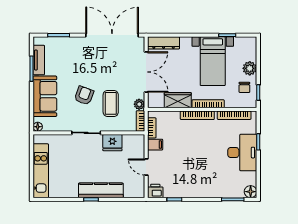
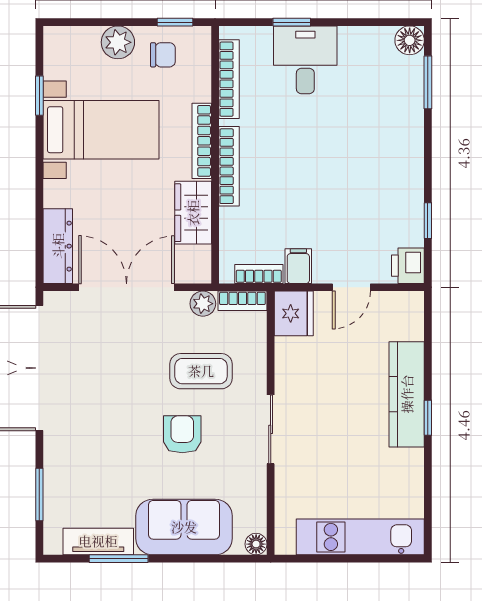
armchair: (84, 96) -> (182, 434), turned 70
fridge: (112, 143) -> (294, 313), moved
desk: (242, 153) -> (305, 60), width x0.73

